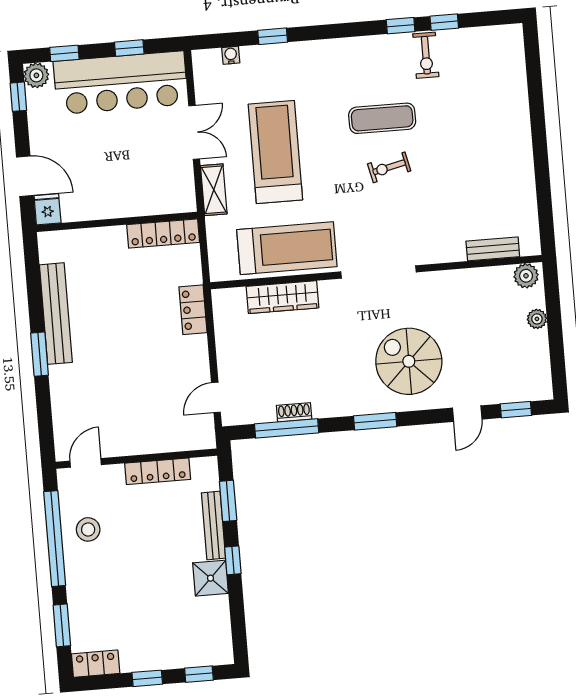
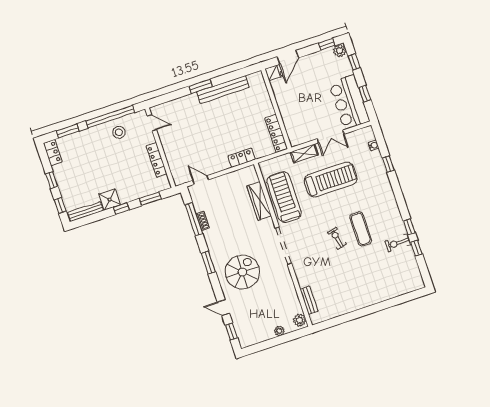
bar counter: (121, 83) -> (349, 102), width x0.73
treadmill: (287, 248) -> (284, 197), turned 180
bench: (213, 526) -> (85, 212), moved

